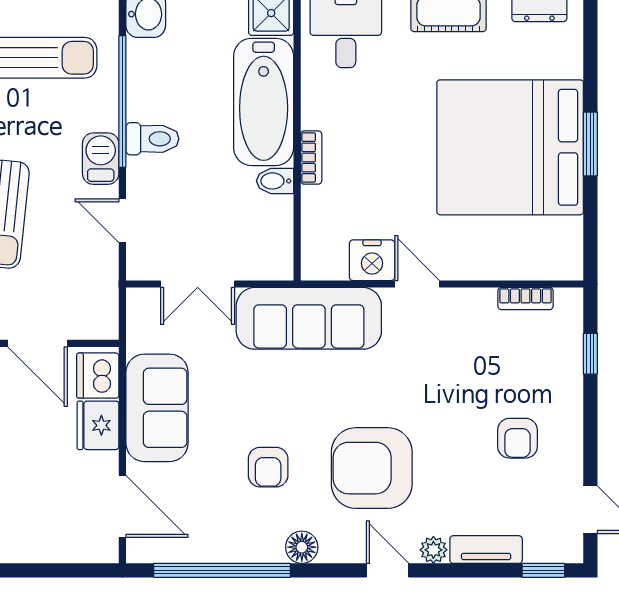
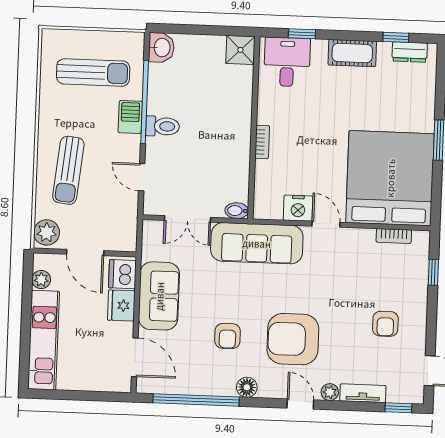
bathtub: (264, 102) -> (234, 106), removed
bed: (510, 147) -> (390, 178), moved, turned 90
barbecue: (101, 159) -> (130, 117), moved
bidet: (275, 181) -> (237, 211), moved

